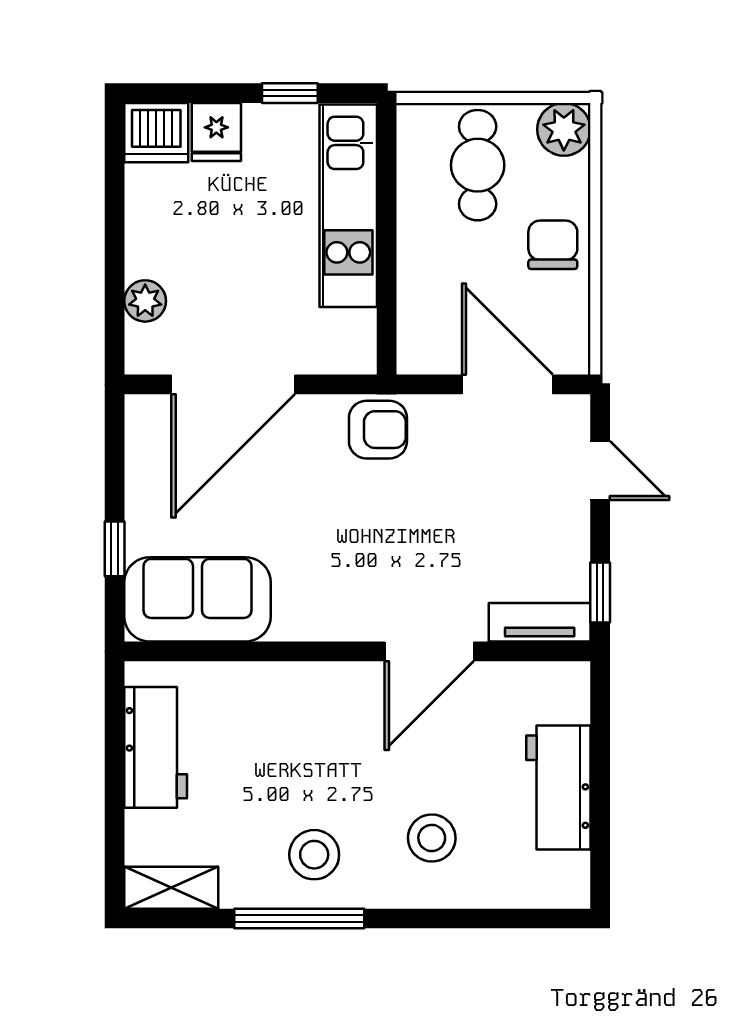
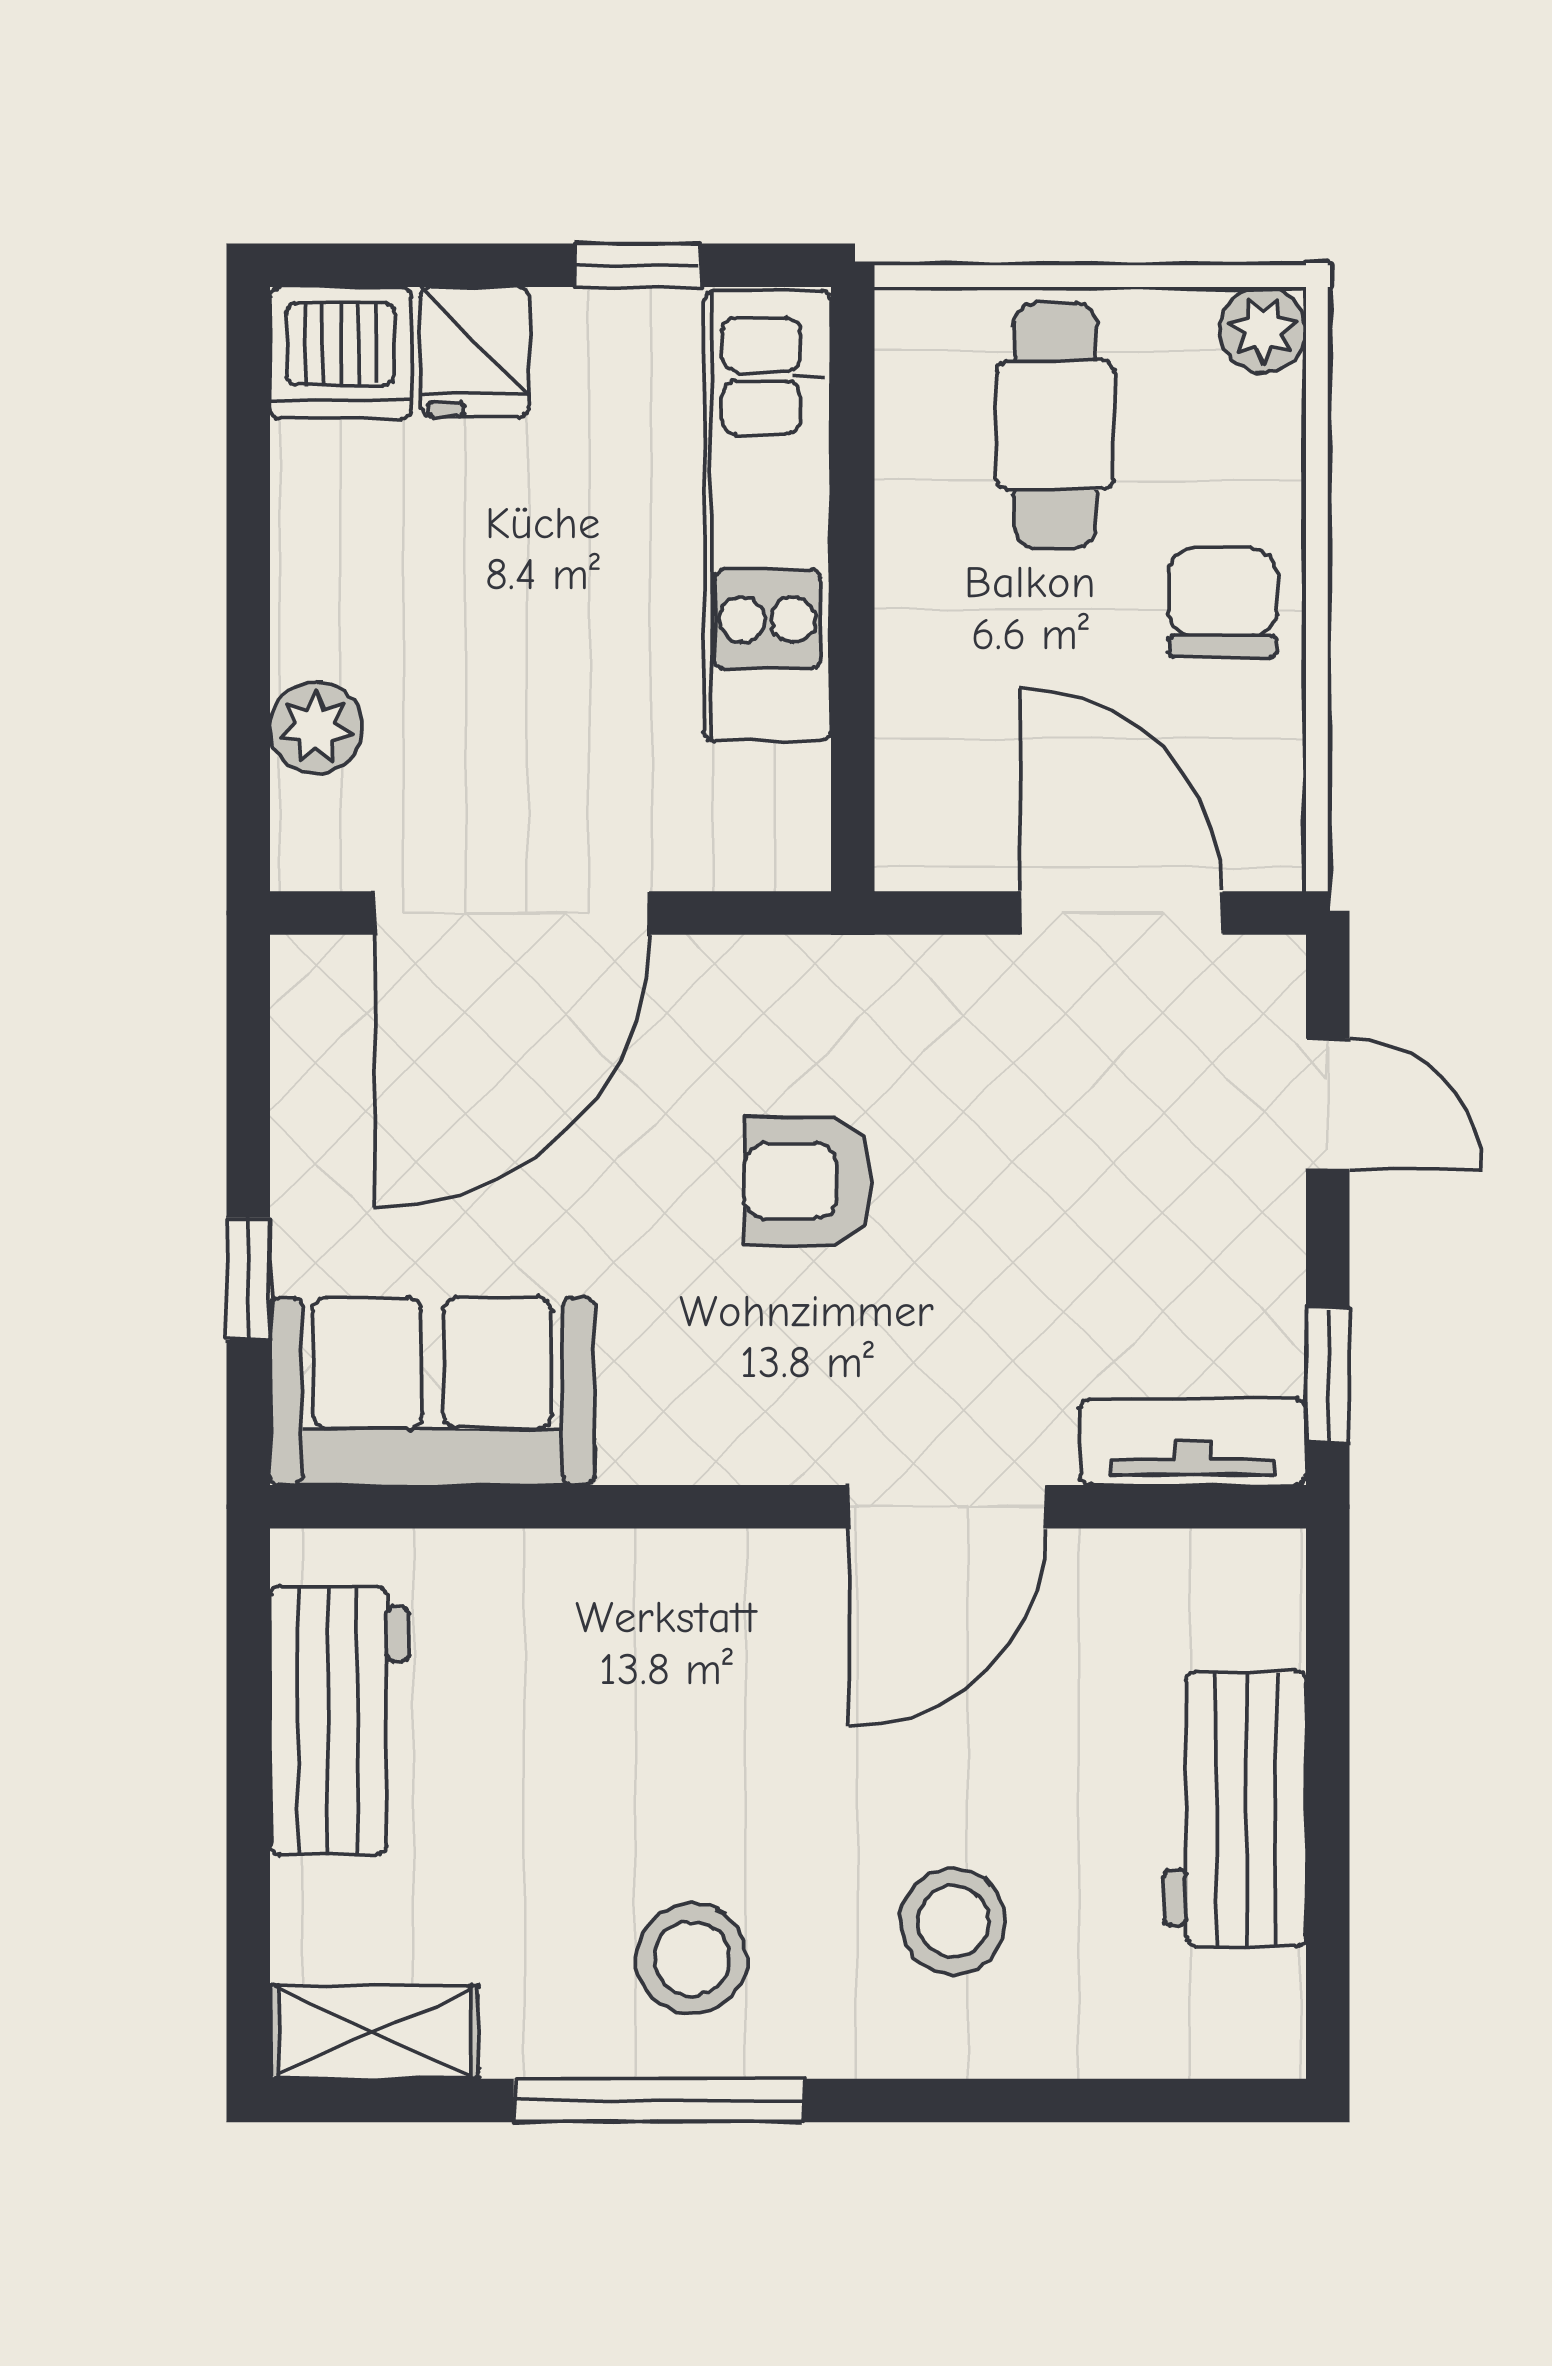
plant: (564, 129) -> (1263, 330), width x0.73, depth x0.73
armchair: (378, 430) -> (808, 1181), moved, turned 180

